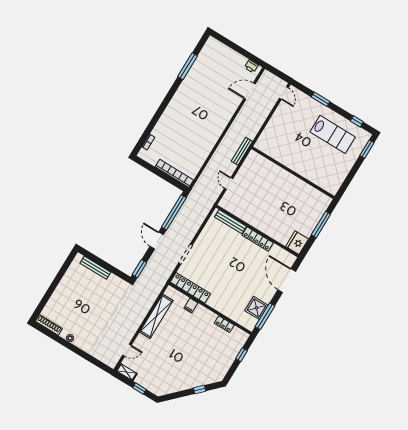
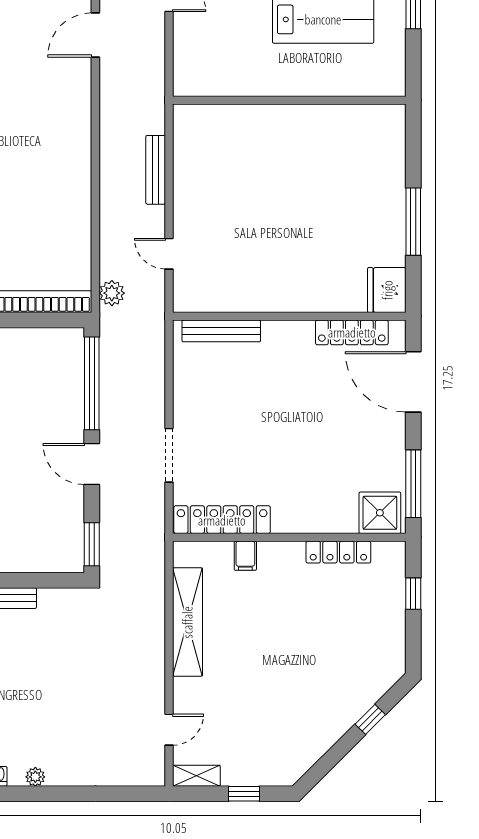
wall: (293, 173) -> (289, 100), moved
plant: (200, 185) -> (112, 293), added
locker: (258, 239) -> (352, 332), moved
shower: (256, 308) -> (380, 513), moved
locker: (224, 324) -> (338, 552), width x1.53

